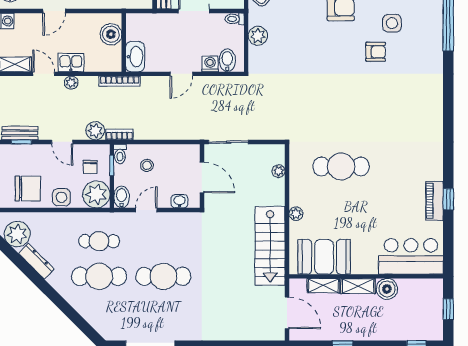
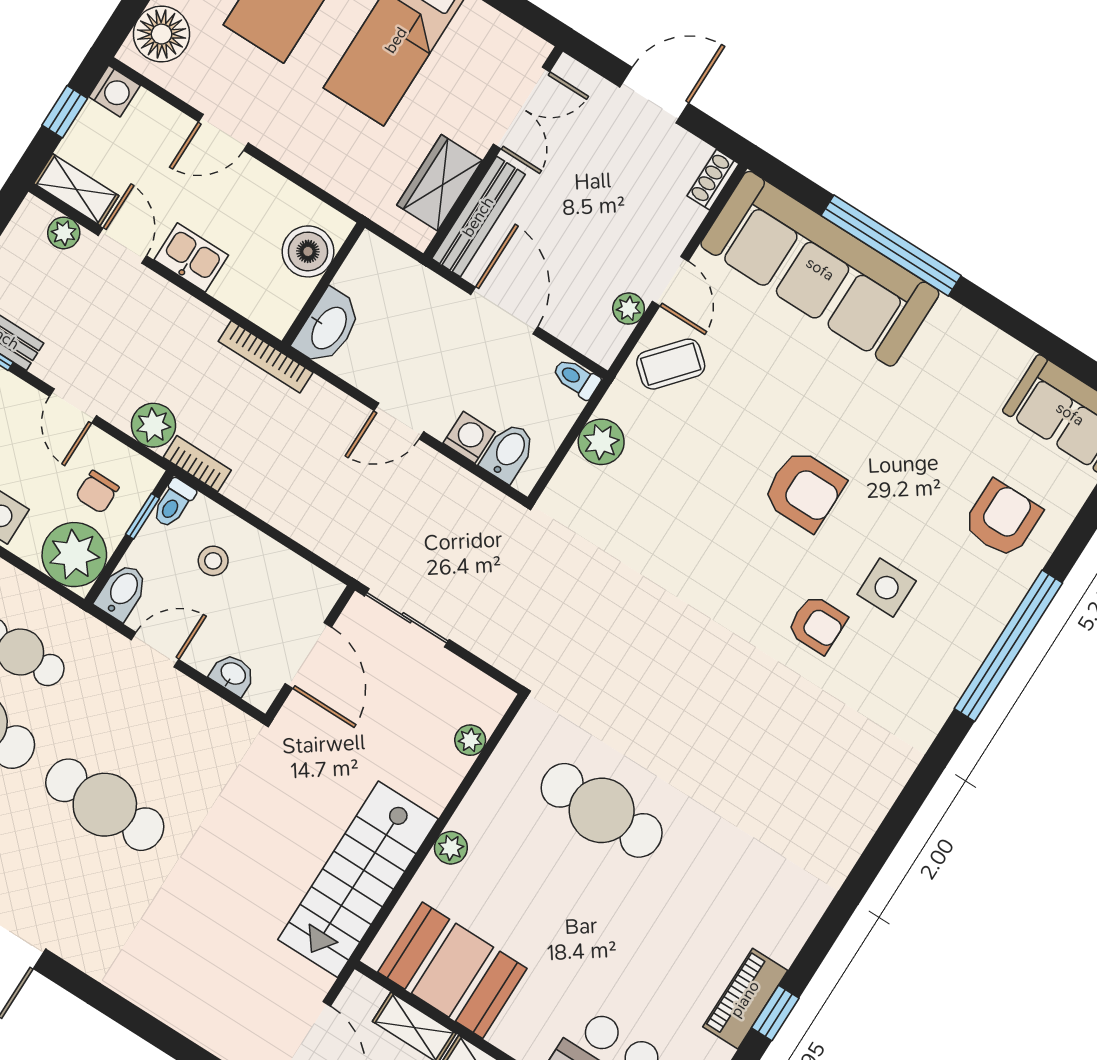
plant: (71, 83) -> (64, 233), moved

